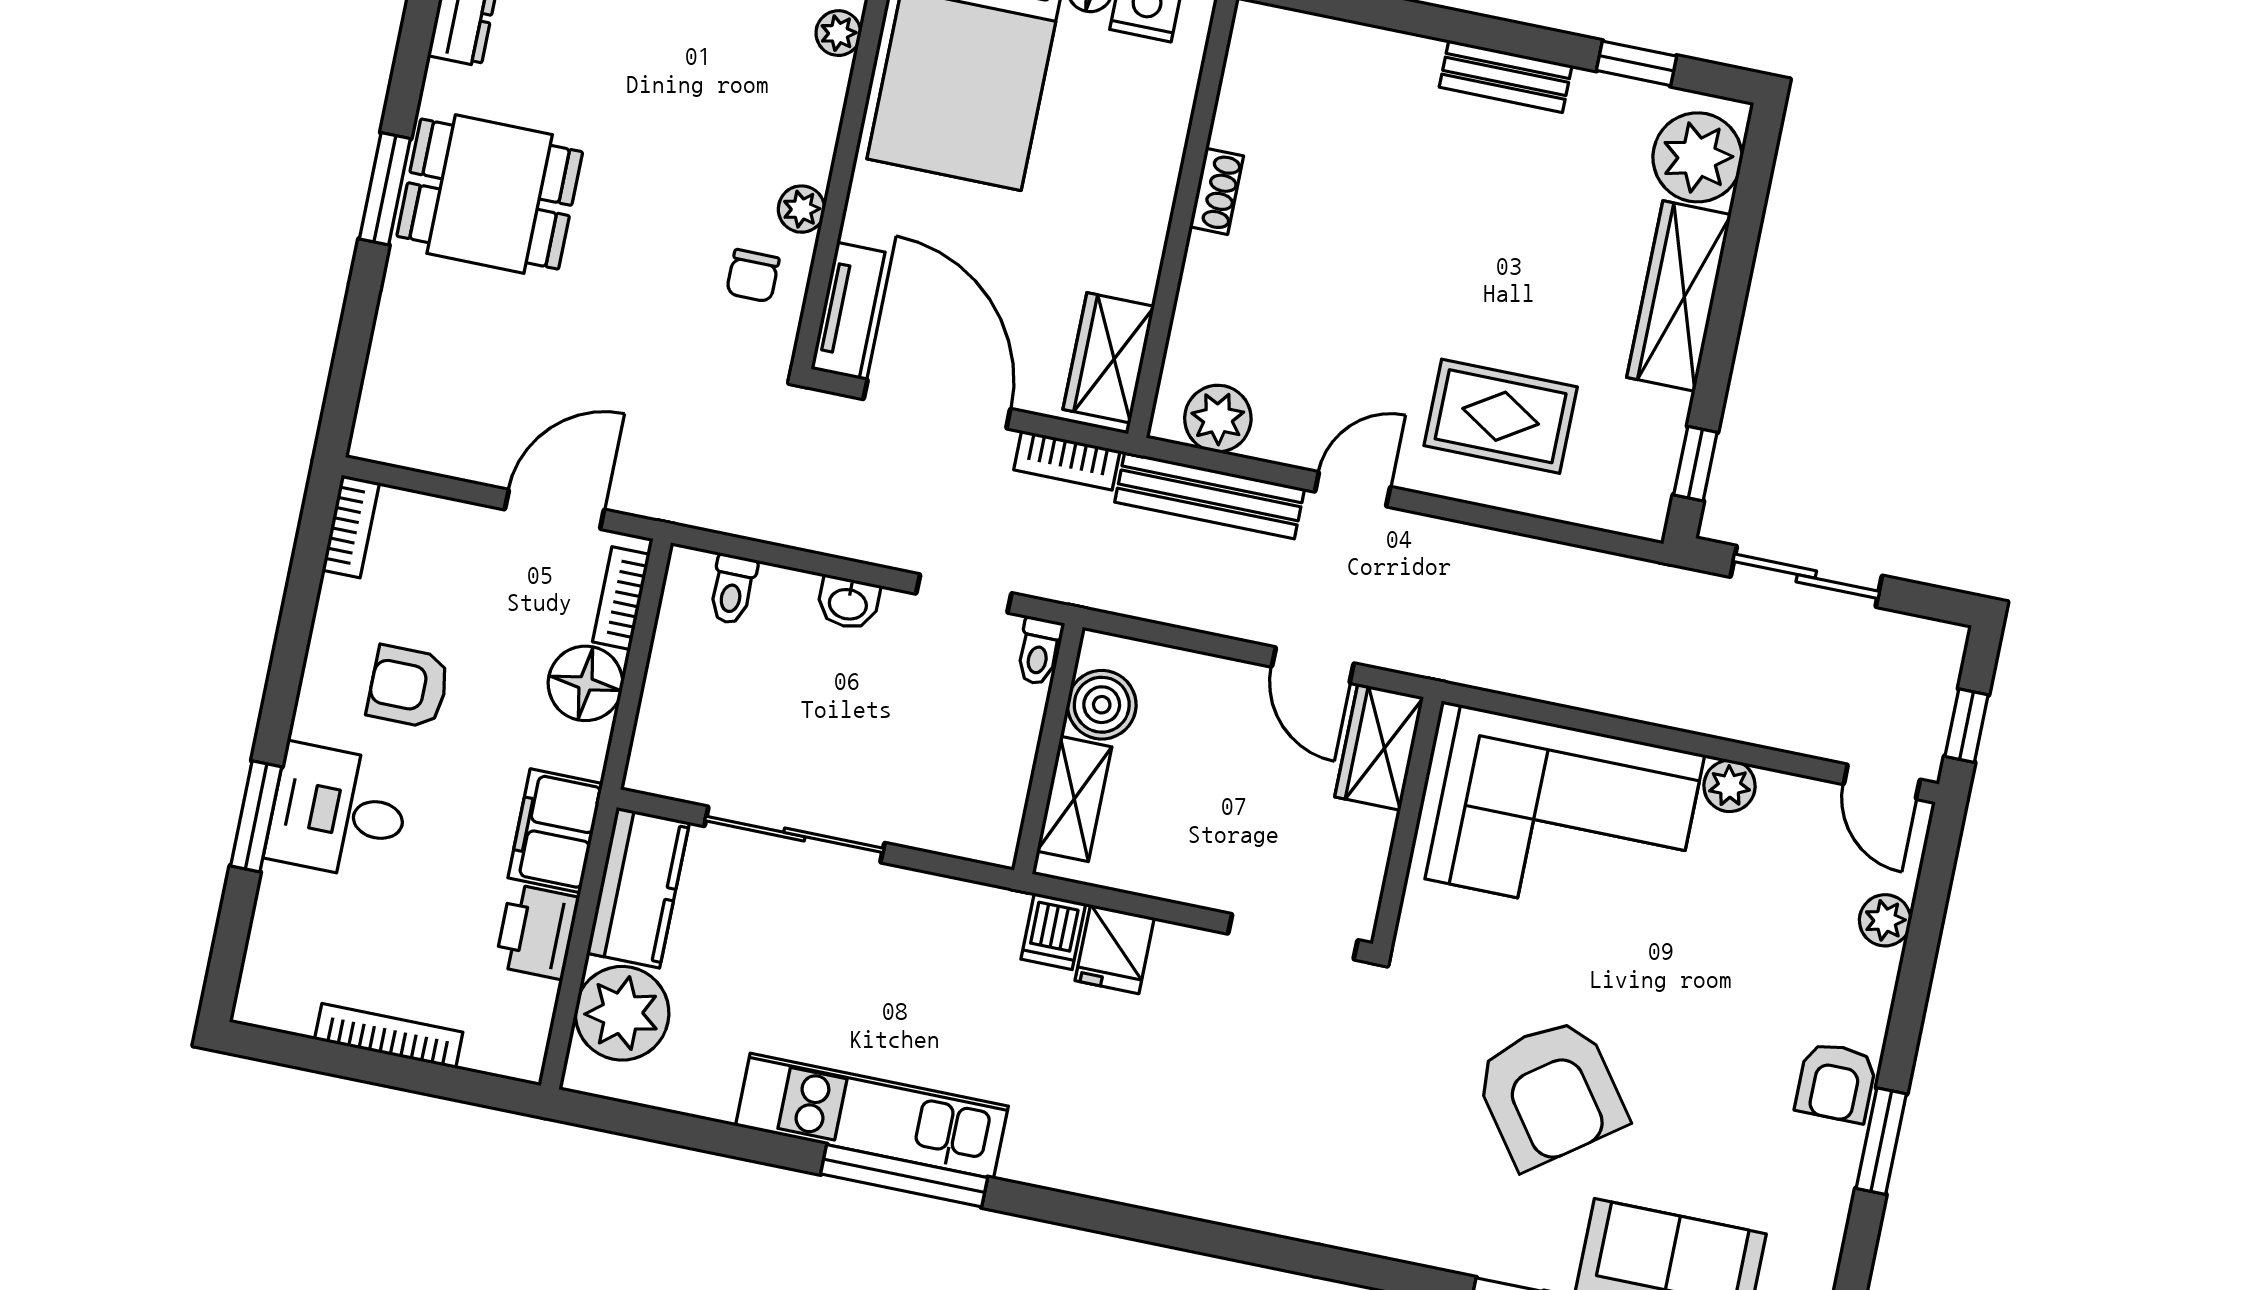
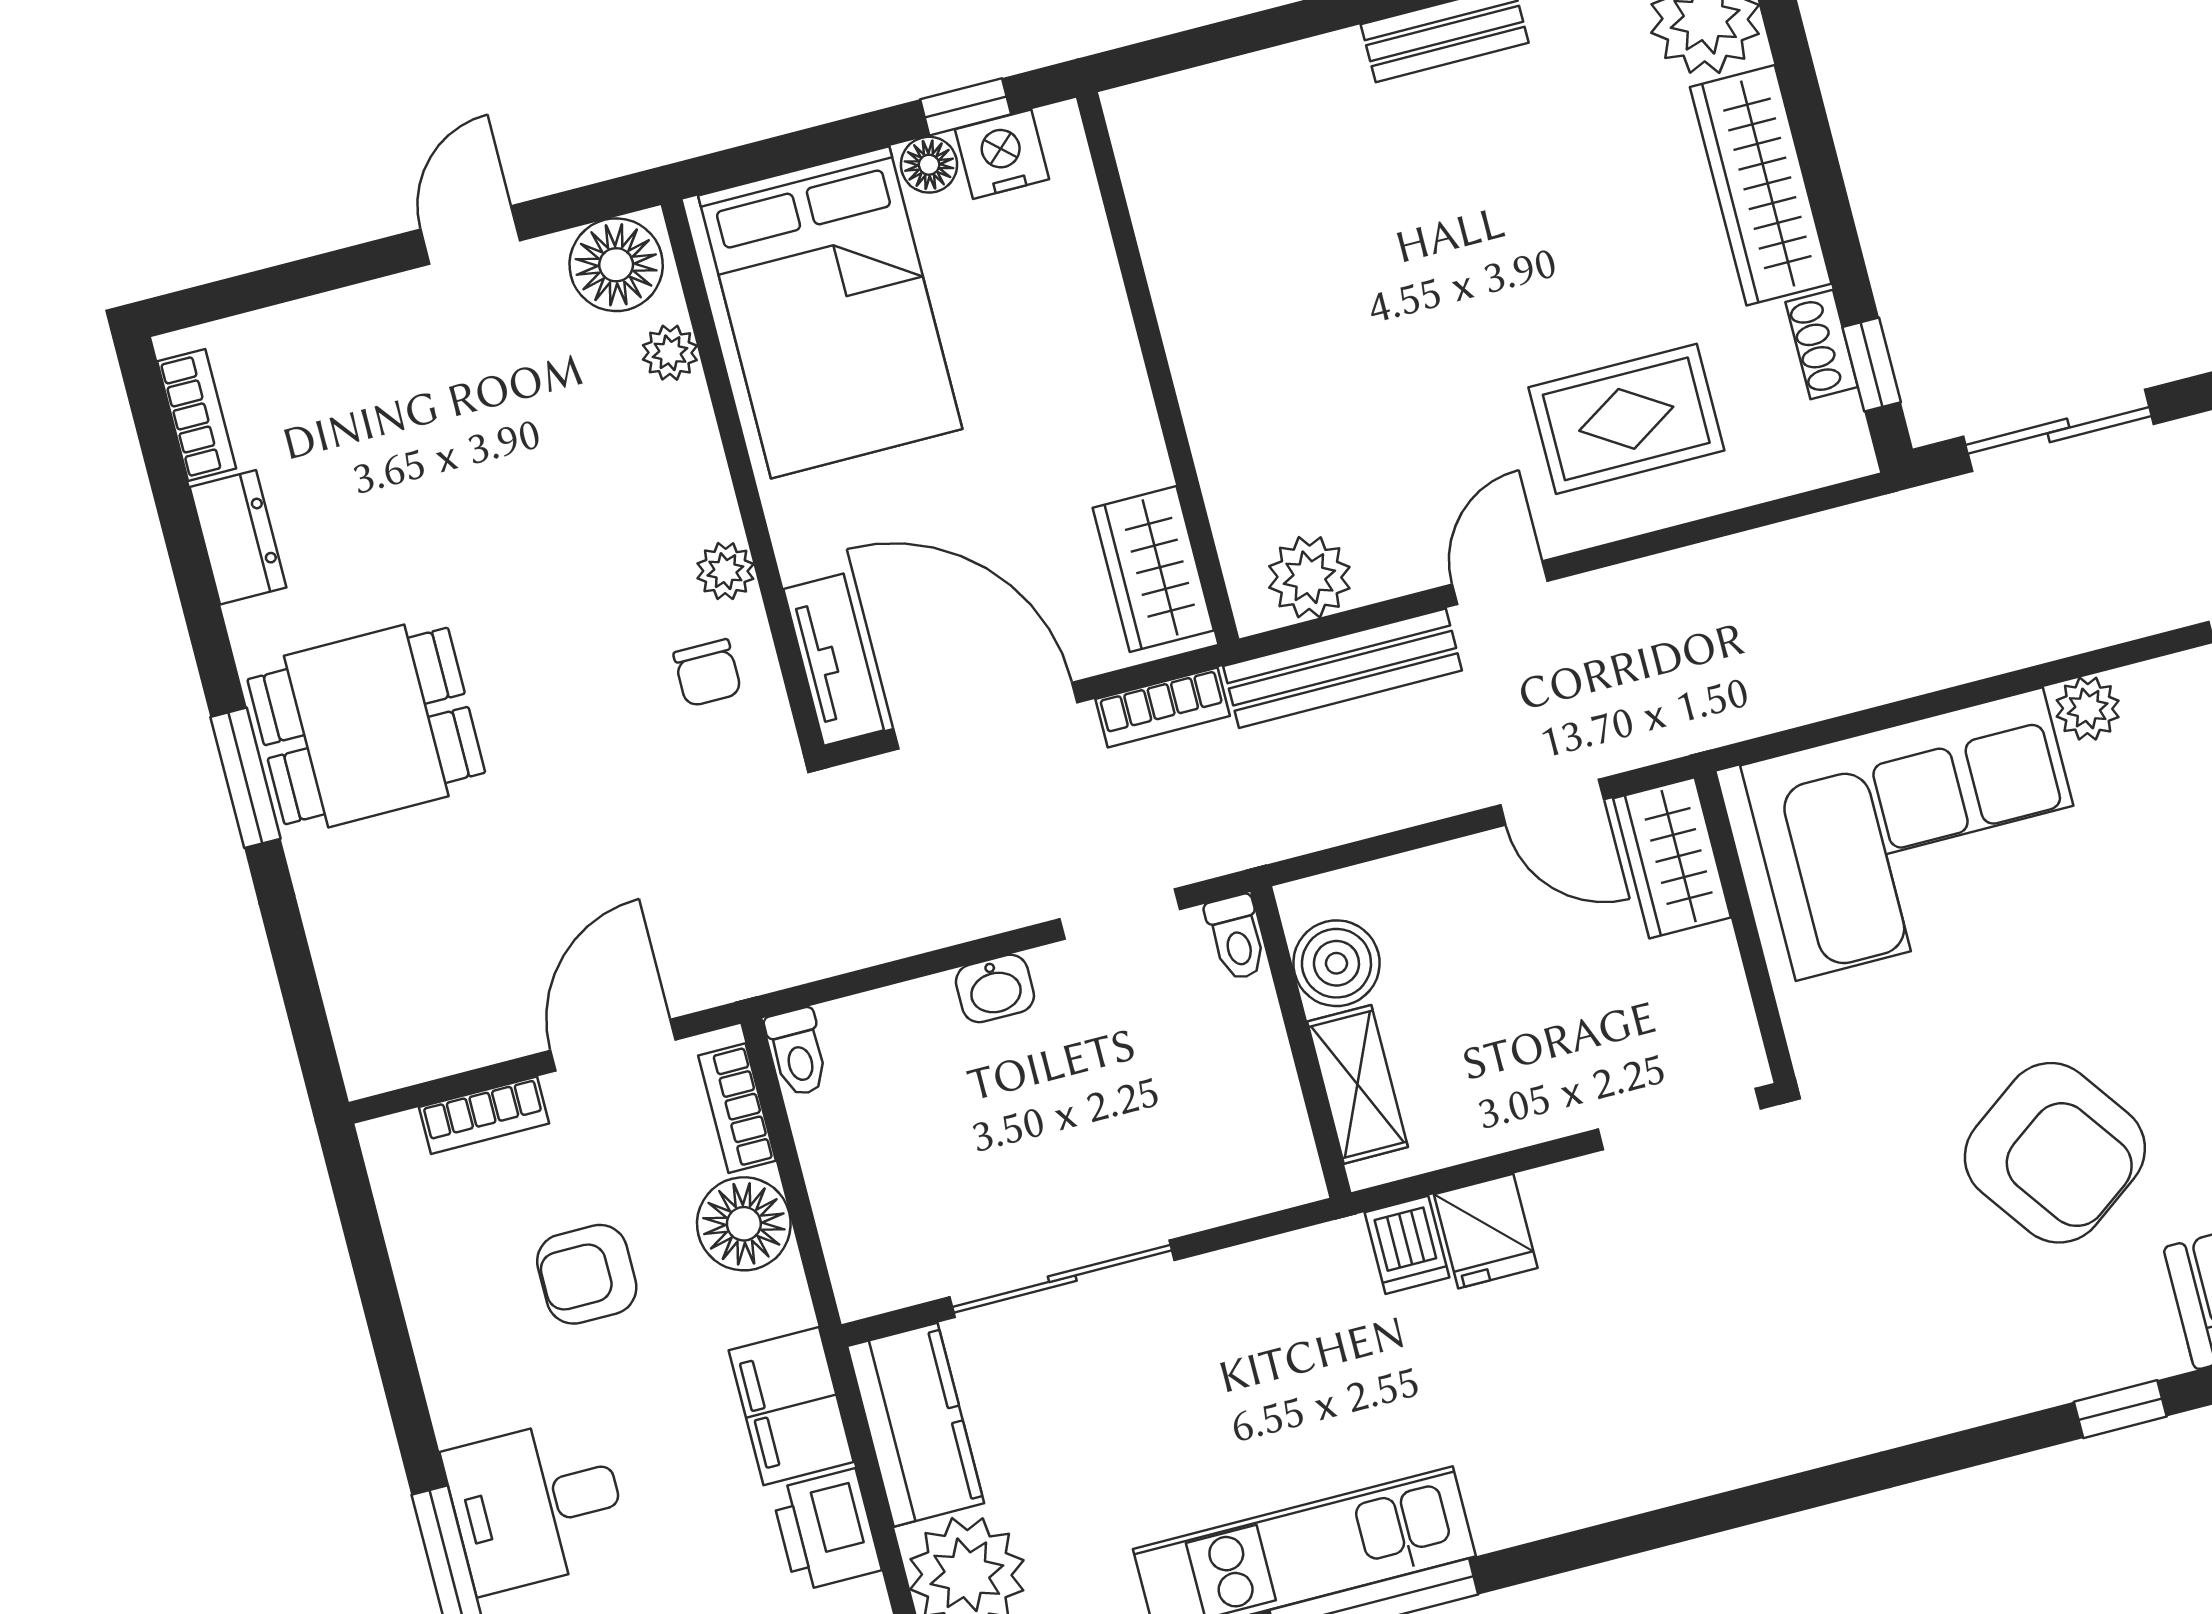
shoe rack: (1216, 191) -> (1822, 344), moved, turned 180
bookcase: (351, 526) -> (484, 1115), moved, turned 90
toilet: (732, 589) -> (798, 1052), moved
armchair: (408, 687) -> (587, 1274), moved

